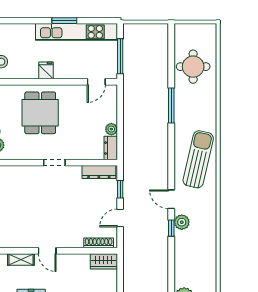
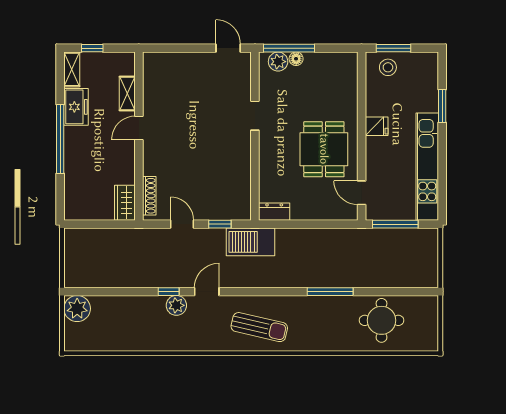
window: (64, 21) -> (442, 106), moved
dining table: (40, 113) -> (324, 149), moved, turned 90
plant: (111, 129) -> (299, 213), removed
sun lounger: (198, 159) -> (259, 327), width x0.73, depth x0.75
doorway: (54, 163) -> (255, 116), moved
barbecue: (134, 166) -> (250, 242), added
dresser: (99, 172) -> (243, 196), removed

